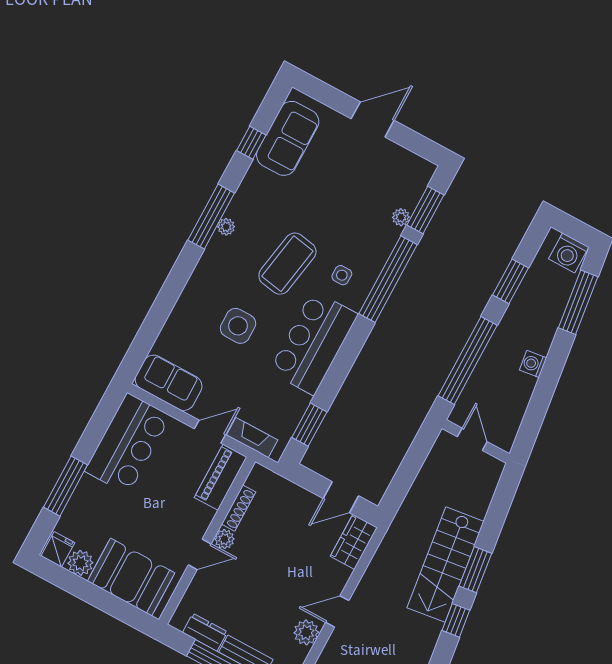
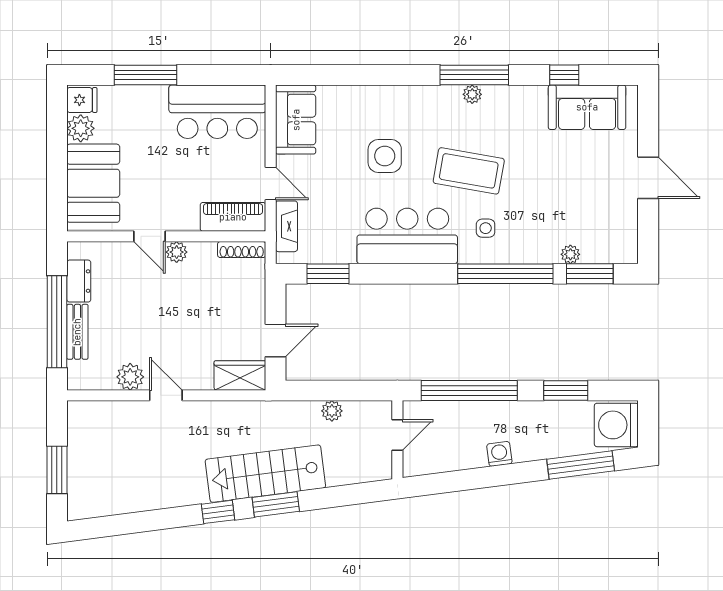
washing machine: (569, 253) -> (616, 425), width x1.37, depth x1.37
plant: (424, 482) -> (332, 411), added
door: (341, 497) -> (276, 340), swing flipped
shoe rack: (239, 508) -> (242, 250), moved

